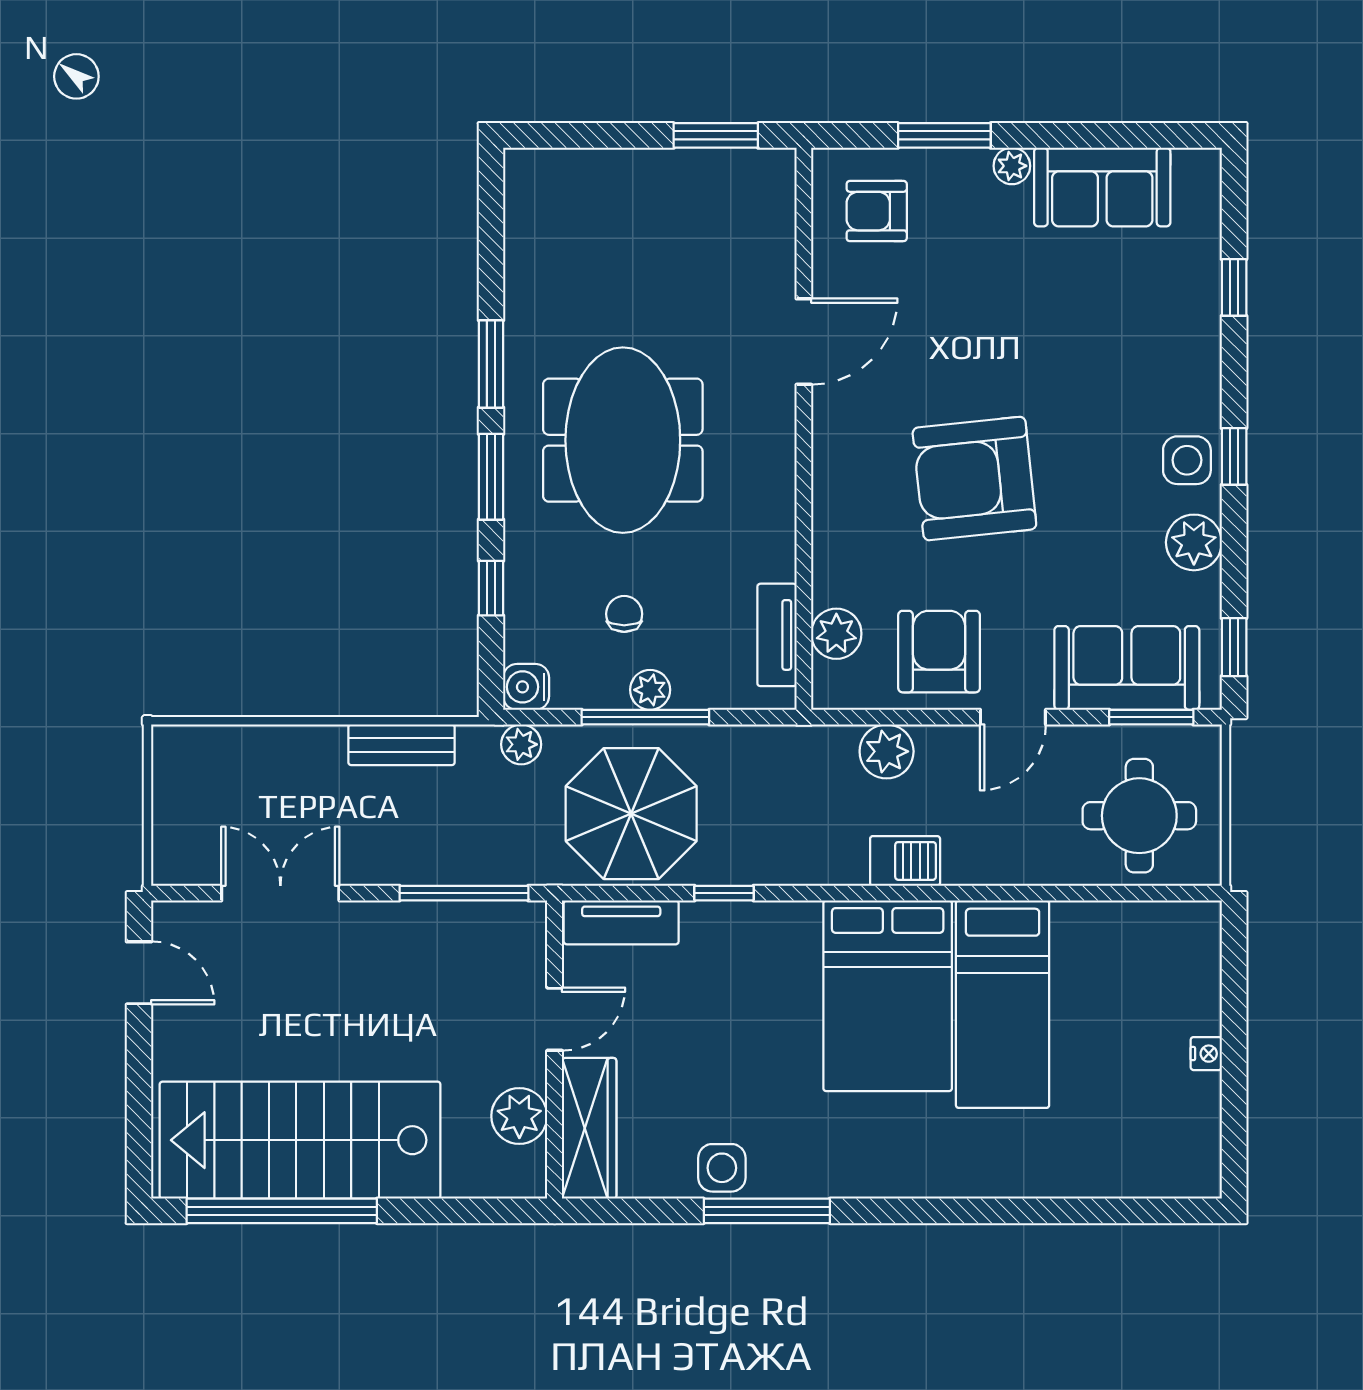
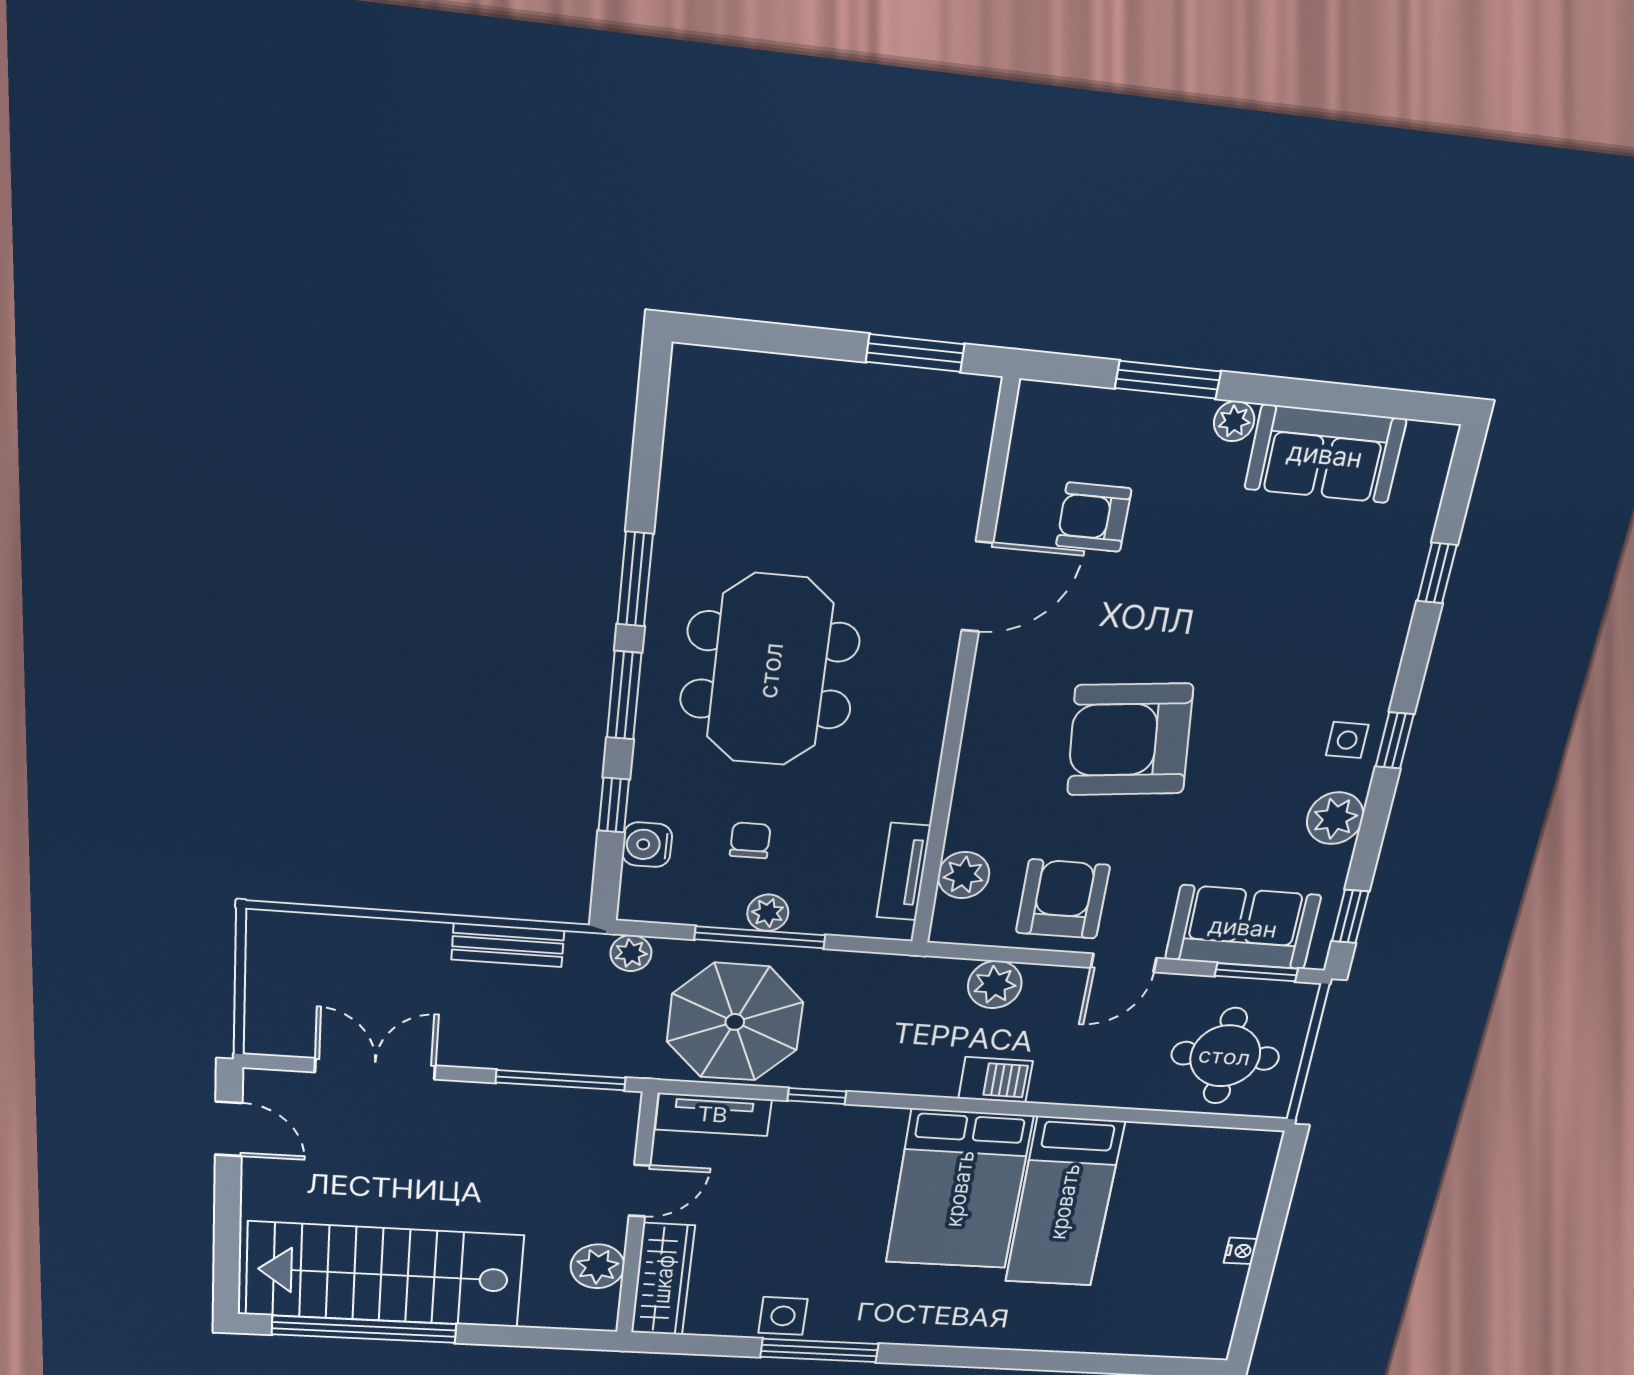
armchair: (877, 211) -> (1094, 517), moved
side table: (1187, 460) -> (1347, 740), width x0.73, depth x0.73
water cooler: (526, 687) -> (647, 845), moved

